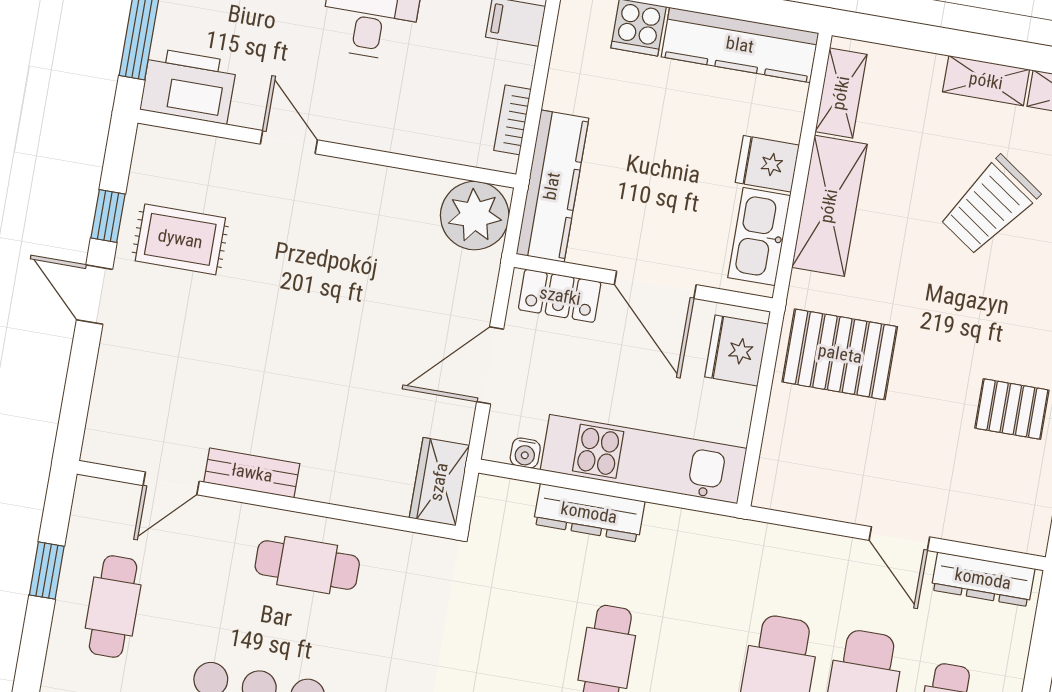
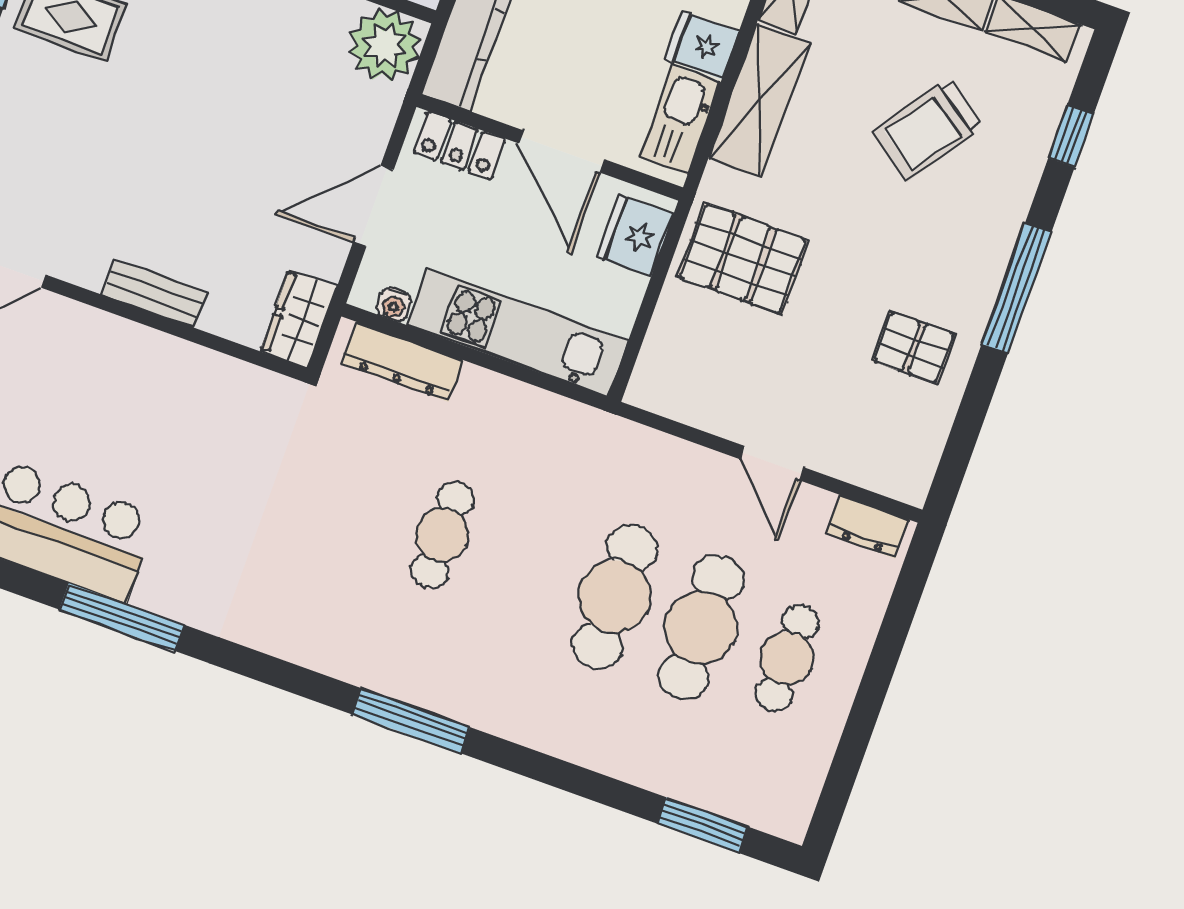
bench: (252, 473) -> (155, 294), moved
dresser: (589, 513) -> (402, 362), moved
cafe table: (307, 565) -> (144, 382), removed
dresser: (983, 579) -> (868, 527), width x0.70

